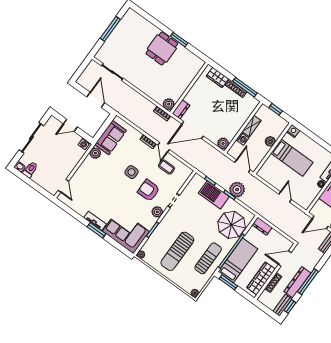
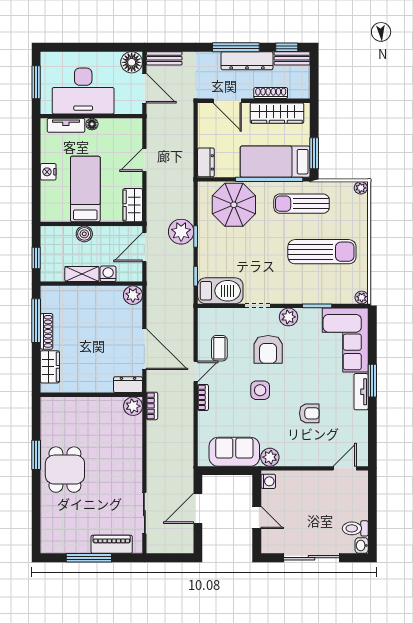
piano: (109, 45) -> (112, 544), added
dining table: (162, 48) -> (65, 470), turned 90
nightstand: (293, 131) -> (48, 172), moved
wardrobe: (267, 175) -> (133, 205), added
armchair: (103, 188) -> (309, 413), added
barbecue: (214, 195) -> (220, 291), moved, turned -90

